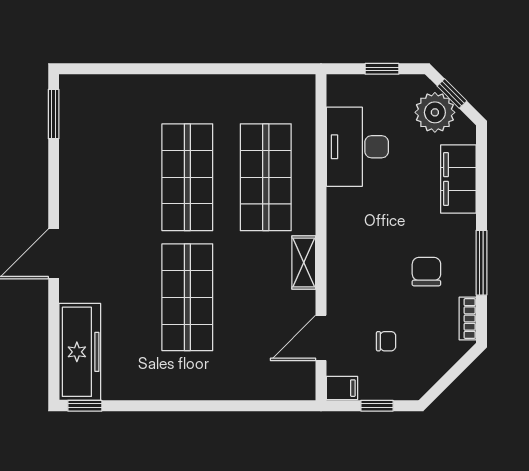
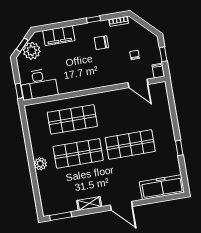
window: (382, 69) -> (19, 91), moved
plant: (179, 89) -> (40, 164), added
desk: (357, 147) -> (39, 84), moved
shelving: (304, 263) -> (89, 204), moved
window: (481, 263) -> (93, 19), width x0.46
window: (85, 406) -> (179, 148), moved

